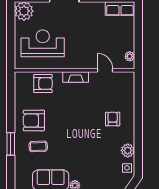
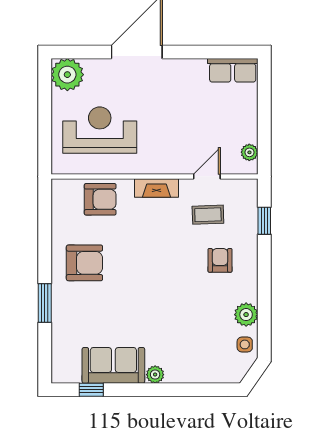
door: (105, 70) -> (207, 176), hinge flipped
window: (138, 96) -> (264, 221), added
armchair: (34, 120) -> (84, 263), turned 180
coffee table: (38, 146) -> (208, 215), moved

